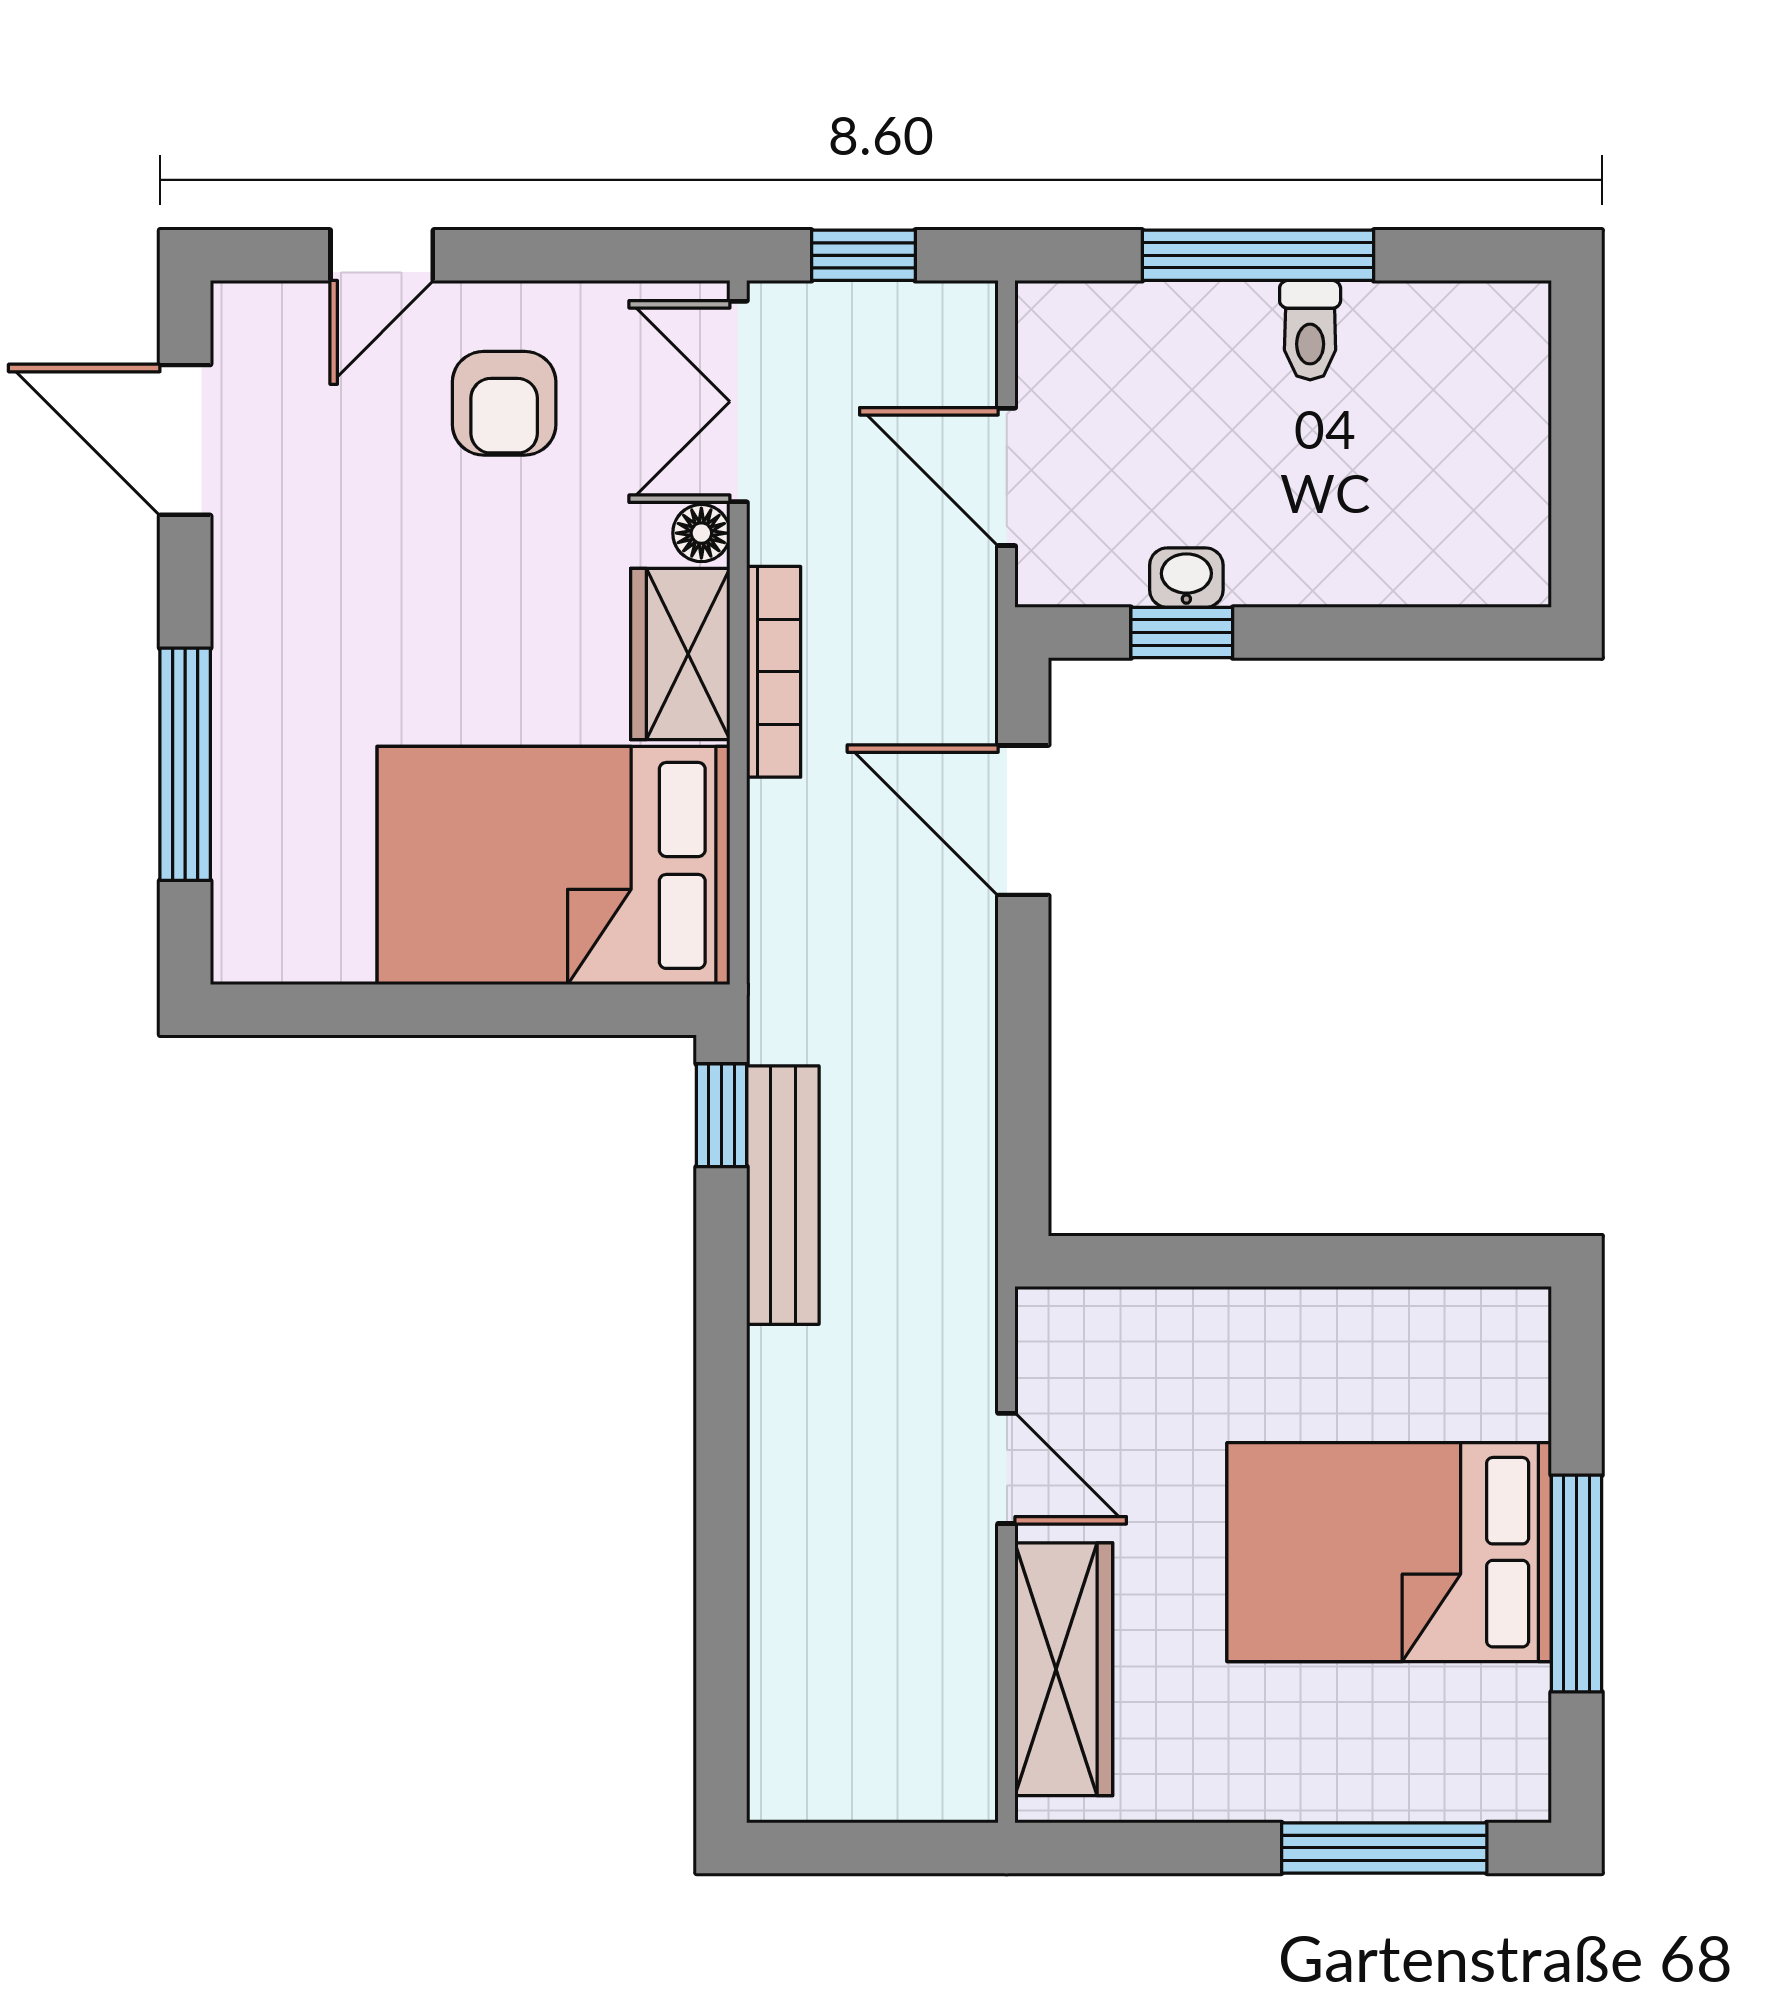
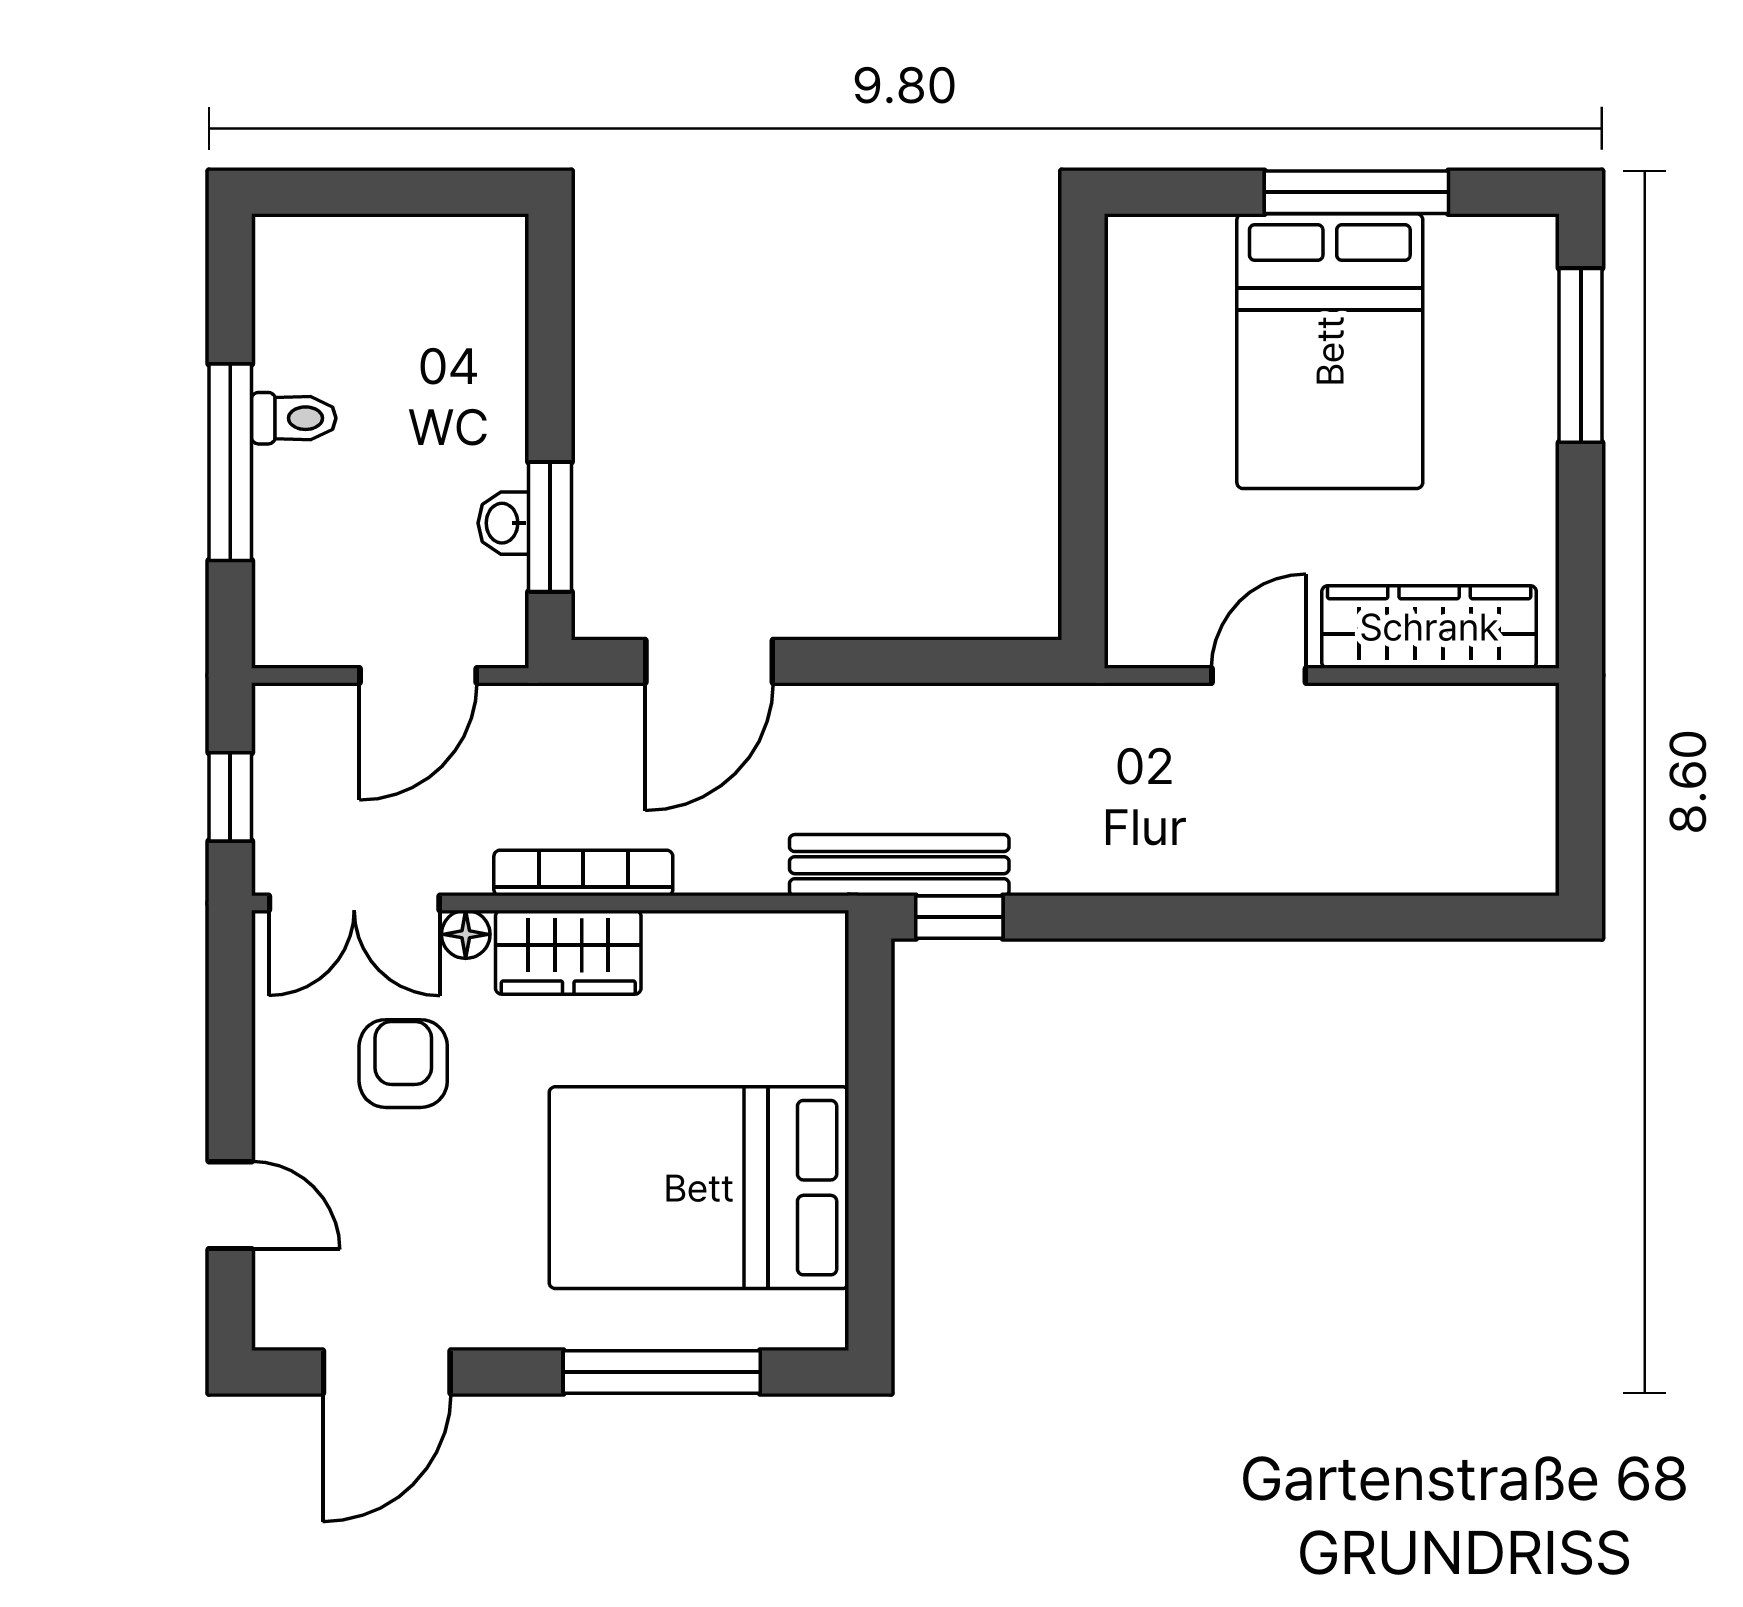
armchair: (504, 403) -> (403, 1064), moved, turned -90
window: (1182, 633) -> (550, 527), width x1.50
bed: (553, 865) -> (699, 1188), moved, turned 90
bench: (783, 1195) -> (899, 865), moved

